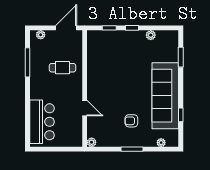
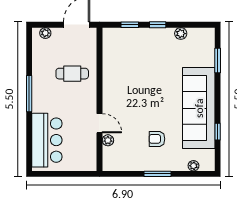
window: (27, 62) -> (29, 94), moved
plant: (92, 142) -> (108, 140), moved

